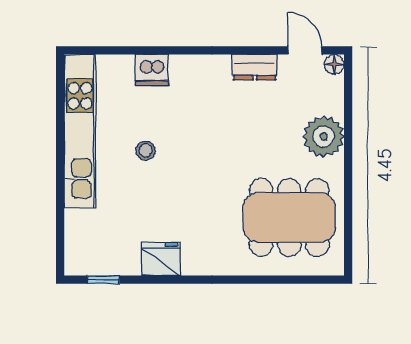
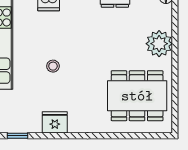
stool: (146, 150) -> (53, 66), moved

